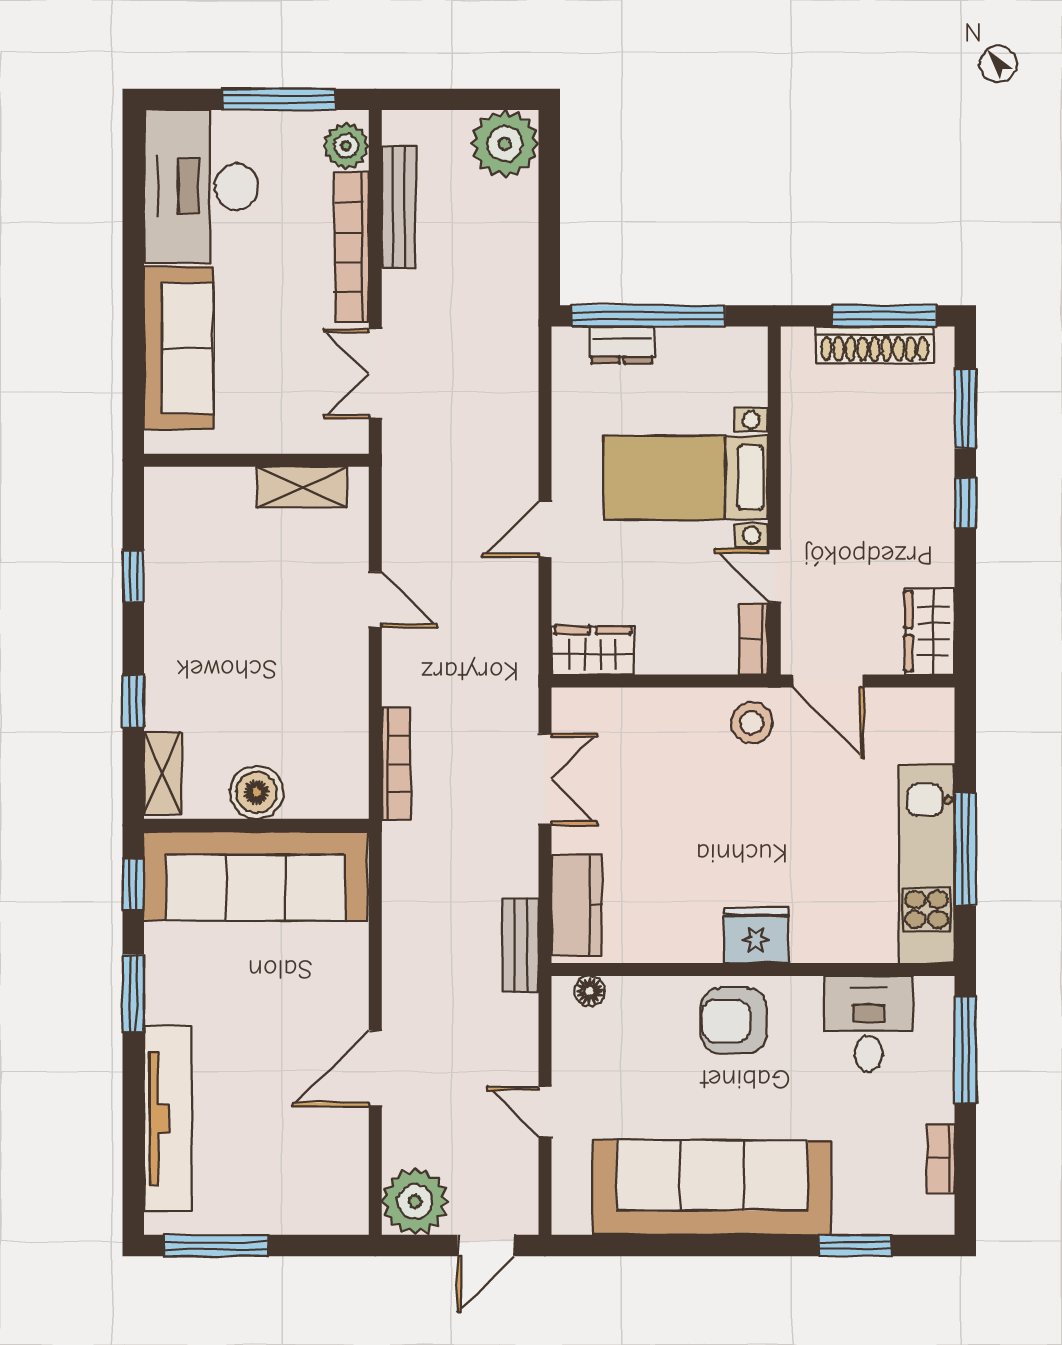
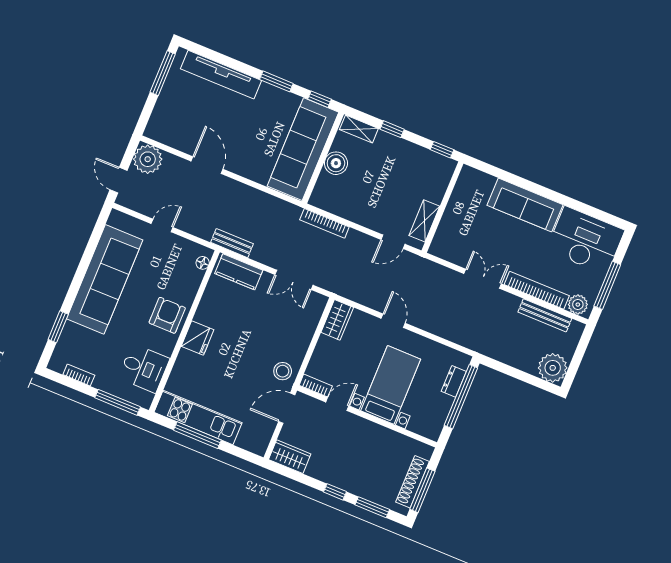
wall: (256, 460) -> (442, 207), moved
shelving: (302, 487) -> (424, 221), moved

